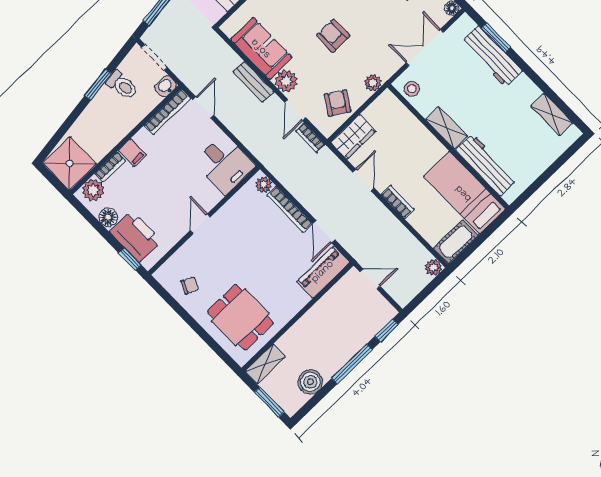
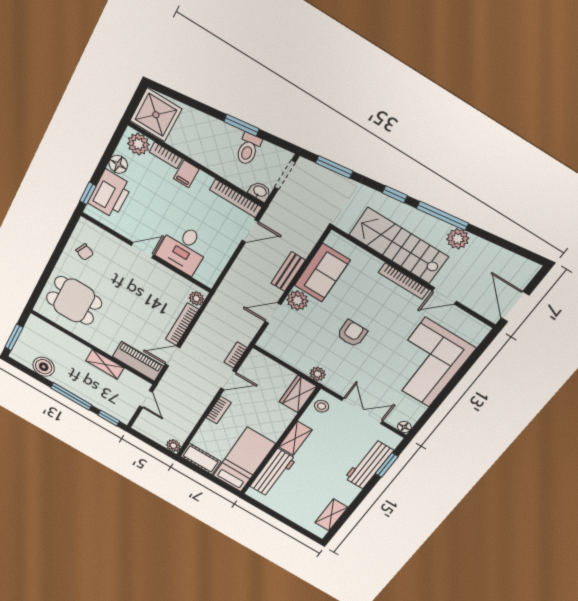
armchair: (338, 103) -> (290, 348), removed
wardrobe: (353, 137) -> (298, 394), moved, turned 90
bookcase: (310, 138) -> (236, 355), moved
desk: (225, 164) -> (183, 249), moved
dining table: (240, 317) -> (74, 301), turned 90
shelving: (265, 364) -> (105, 364), moved

